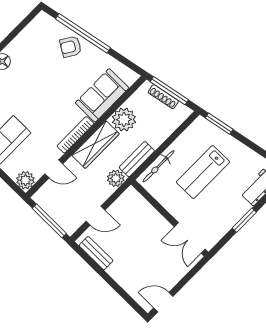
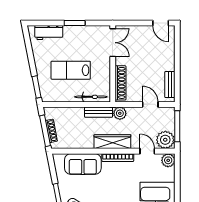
plant: (124, 119) -> (165, 140), moved
lab bench: (203, 172) -> (71, 70), turned 180
shoe rack: (144, 207) -> (120, 83), added

